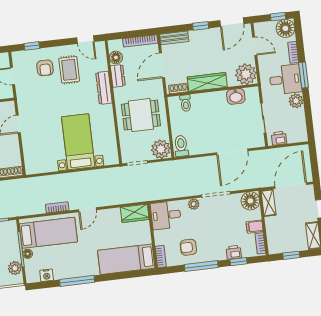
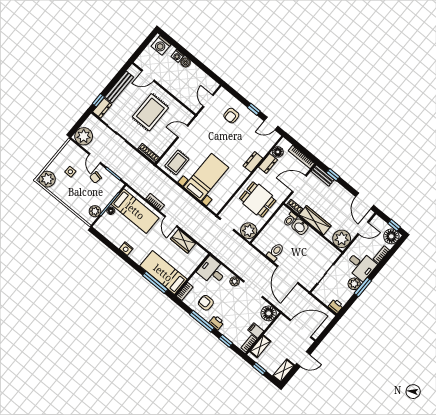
door: (232, 22) -> (365, 201), hinge flipped
window: (201, 26) -> (333, 175), moved
door: (85, 40) -> (271, 124), hinge flipped
window: (32, 46) -> (254, 109), moved
door: (255, 46) -> (363, 228), hinge flipped
rug: (69, 70) -> (177, 163), moved
window: (304, 75) -> (363, 287), moved
dresser: (104, 88) -> (253, 162), width x0.70
washbasin: (236, 96) -> (300, 227), moved
printer: (279, 138) -> (336, 306), moved
toilet: (181, 146) -> (275, 252), moved
door: (232, 152) -> (288, 275), hinge flipped
shelving: (268, 203) -> (260, 346), moved
door: (87, 210) -> (171, 221), hinge flipped
wardrobe: (135, 213) -> (183, 241), moved
printer: (234, 252) -> (216, 323), moved
nightstand: (47, 275) -> (126, 249), moved
window: (77, 281) -> (155, 282), moved

